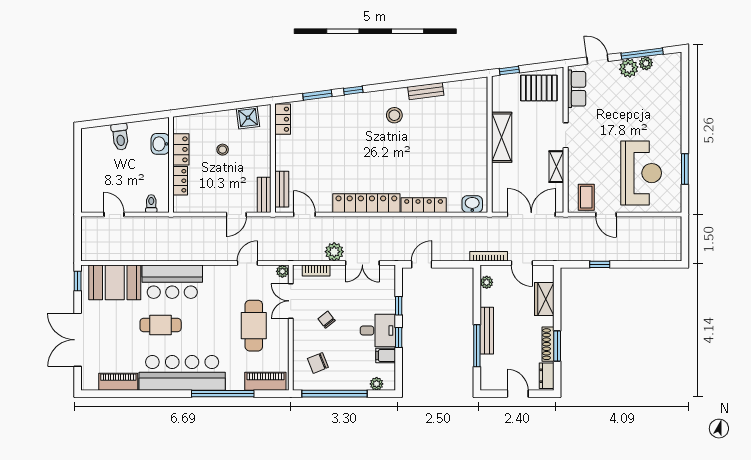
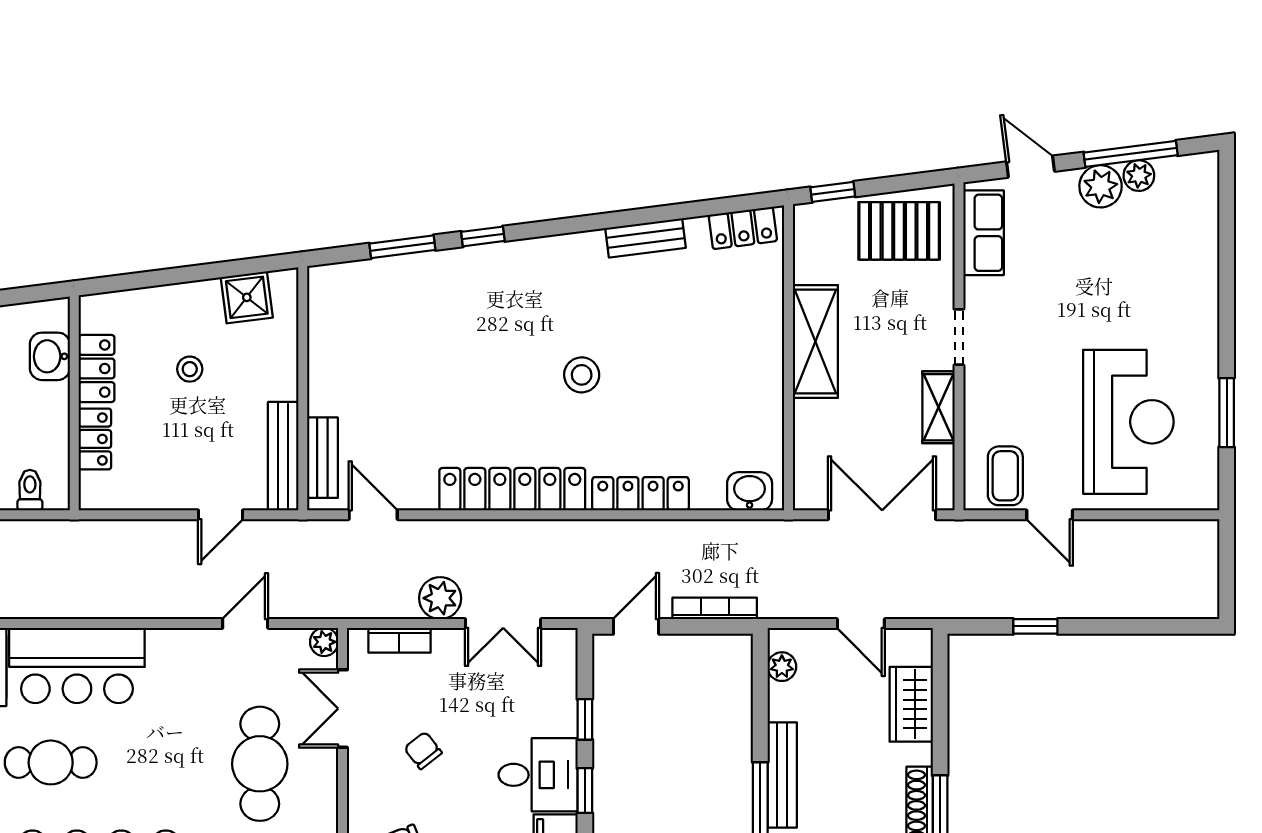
stool: (394, 115) -> (582, 375), moved
locker: (283, 119) -> (743, 228), moved, turned 83
bench: (264, 195) -> (283, 456), width x1.36
bookcase: (489, 256) -> (715, 608), moved

